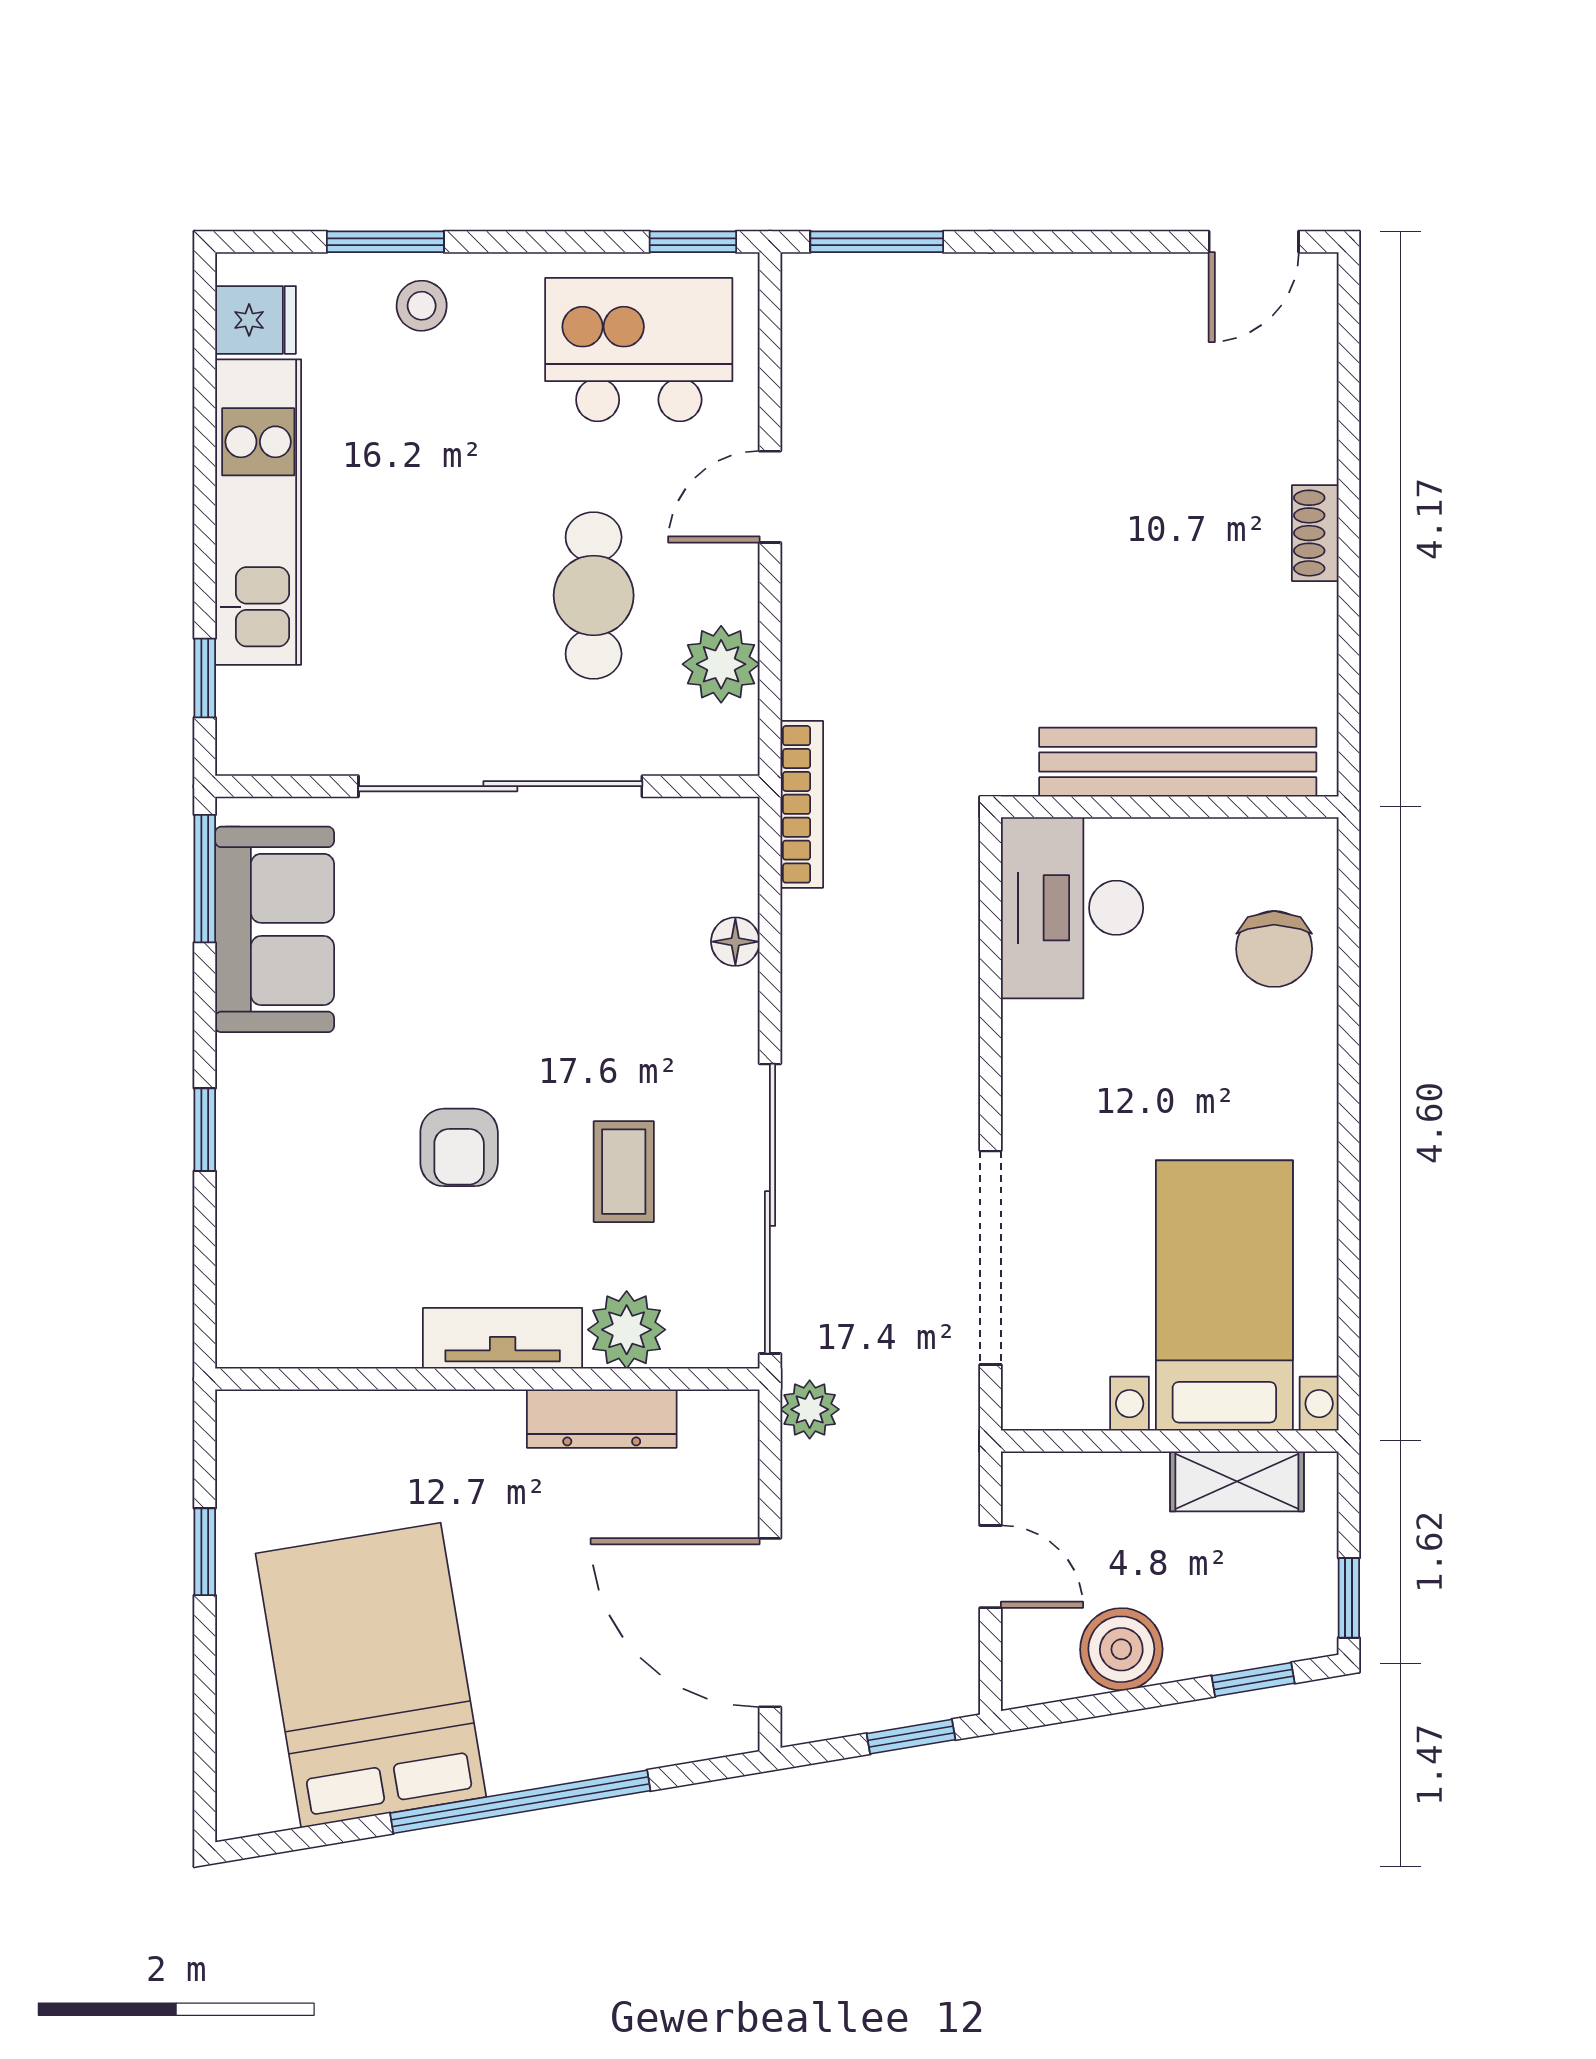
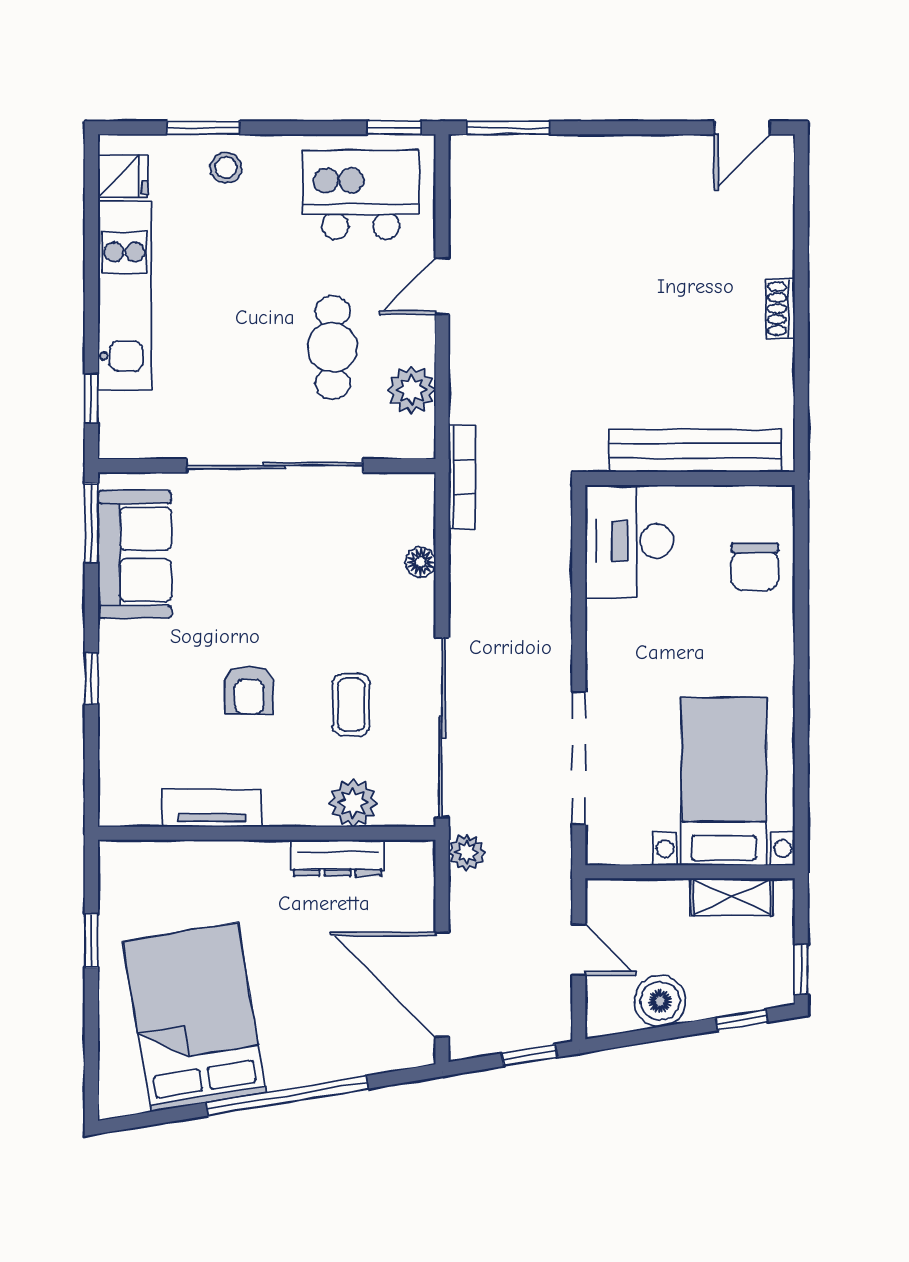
tv unit: (503, 1338) -> (212, 808), moved

